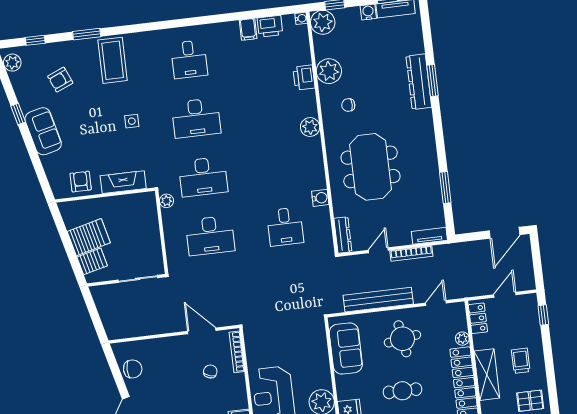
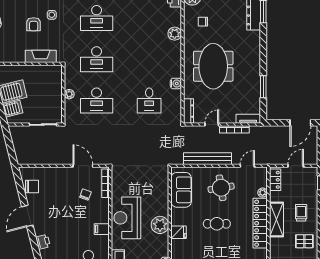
armchair: (81, 182) -> (34, 24), moved, turned 180
plant: (167, 201) -> (69, 94), moved

